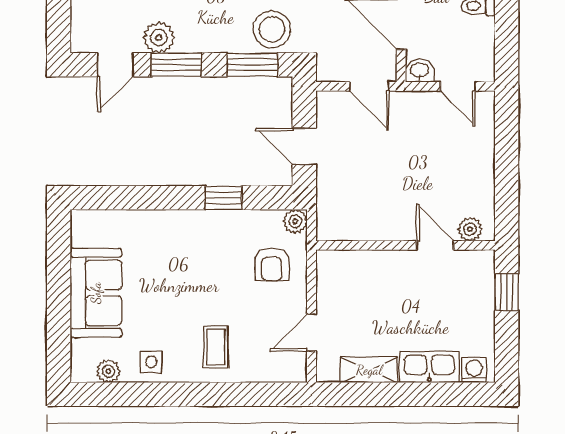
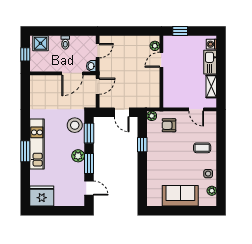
plant: (159, 38) -> (78, 156), moved
door: (304, 146) -> (122, 112), hinge flipped
armchair: (272, 264) -> (169, 125), turned 180

